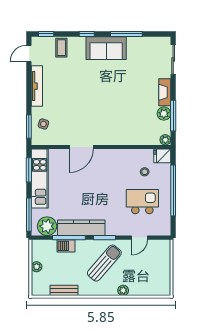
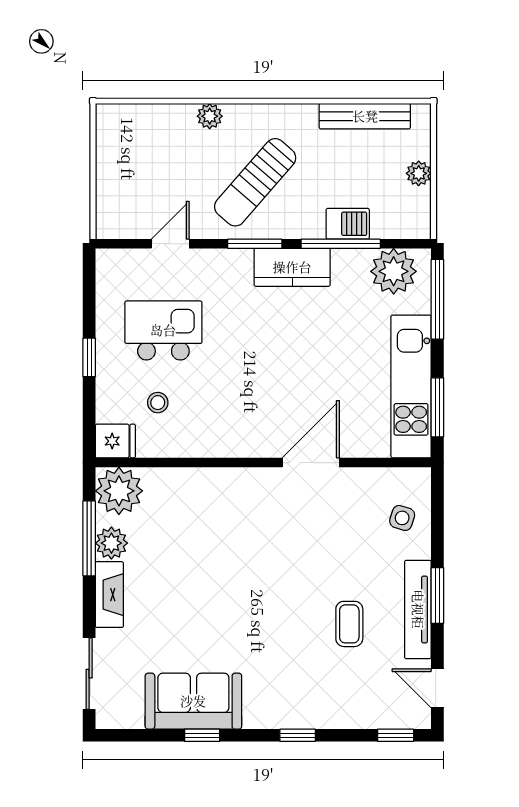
window: (126, 34) -> (202, 735), width x0.46
coffee table: (61, 48) -> (349, 624), moved
sofa: (106, 48) -> (193, 701), moved
door: (29, 53) -> (437, 688), swing flipped
window: (29, 126) -> (437, 596), moved
plant: (165, 140) -> (119, 491), width x1.87, depth x1.87
window: (173, 191) -> (89, 357), width x0.32
kitchen island: (142, 202) -> (163, 330), turned 180
kitchen counter: (81, 228) -> (292, 267), width x0.67
bench: (64, 290) -> (365, 116), width x1.36

